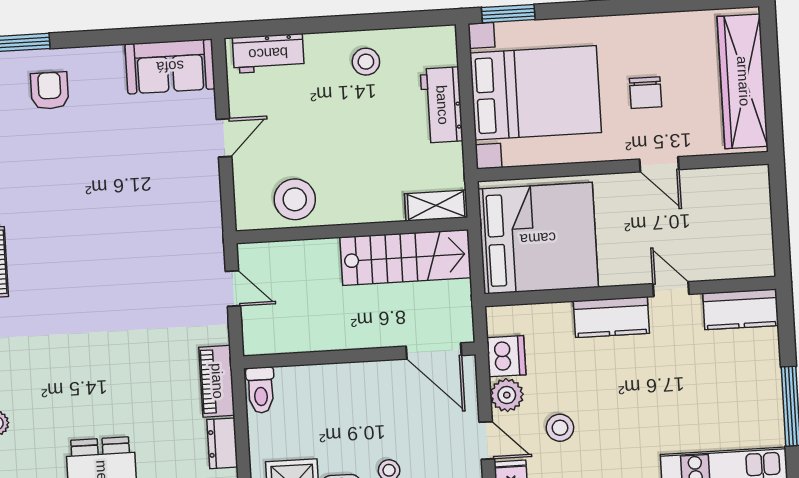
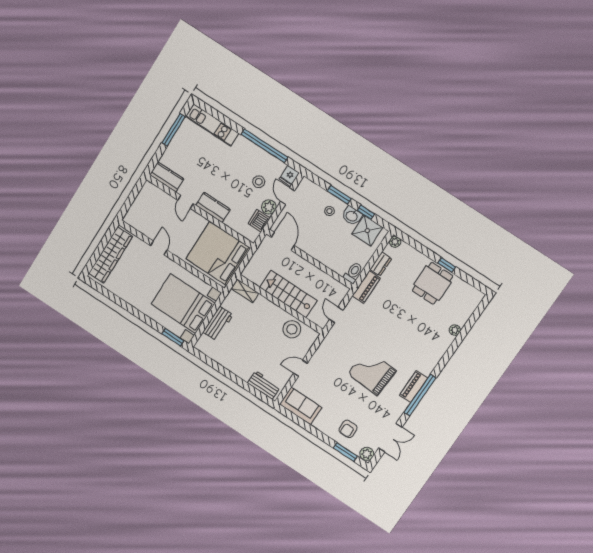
stool: (366, 62) -> (233, 357), removed
chair: (646, 93) -> (146, 276), removed
grand piano: (87, 231) -> (372, 372), added
stairs: (406, 257) -> (288, 294), moved

